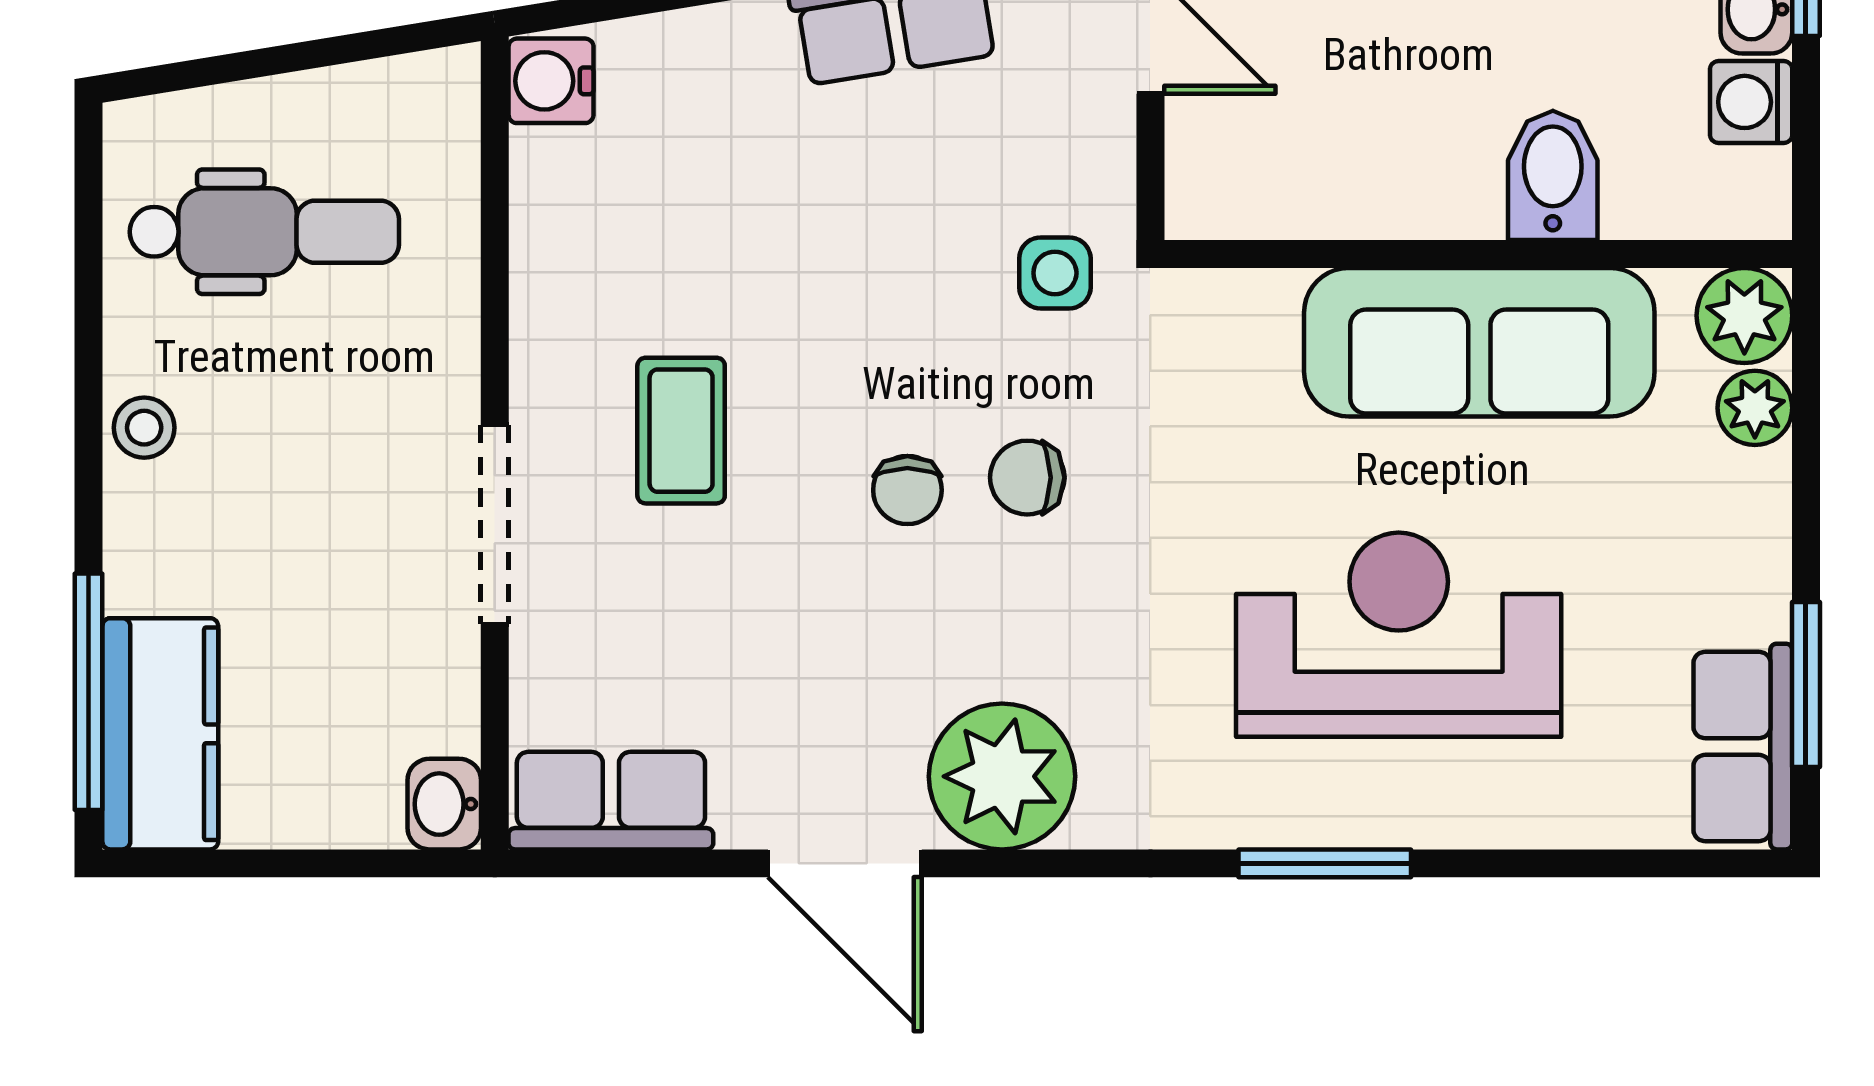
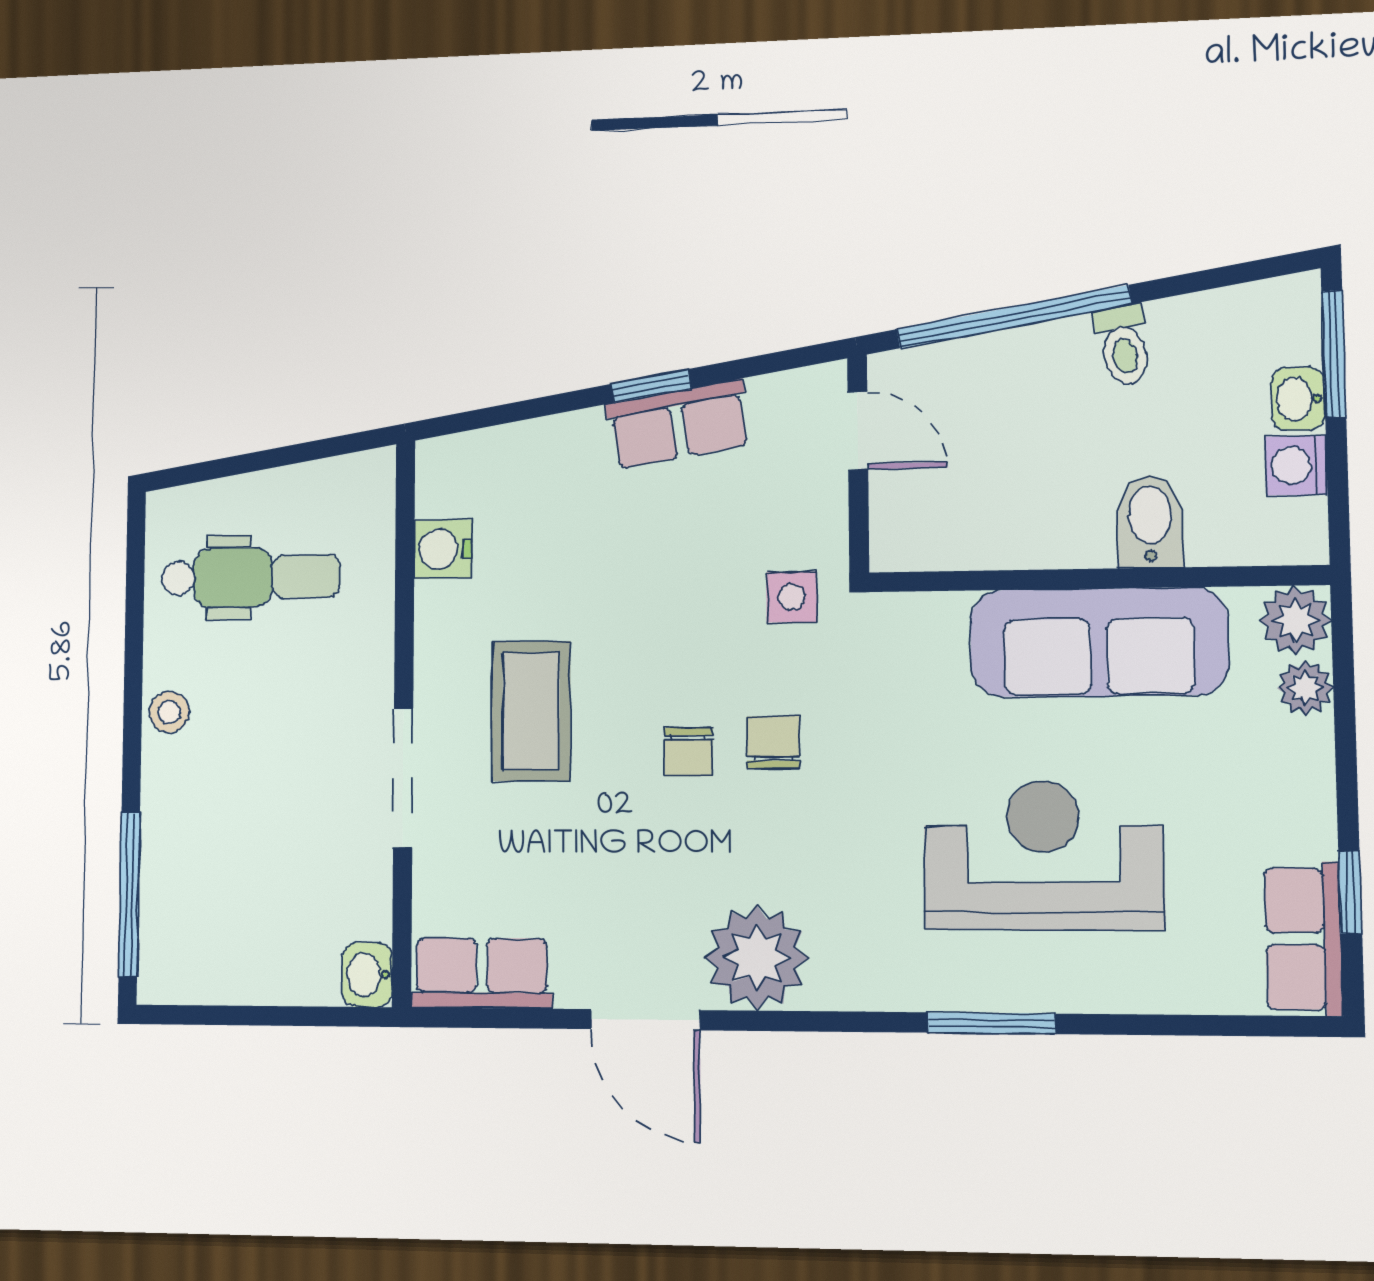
water cooler: (551, 81) -> (443, 549), moved
coffee table: (681, 431) -> (531, 711), width x1.36, depth x1.30
chair: (1027, 478) -> (773, 742), turned 90
window: (1806, 684) -> (1350, 892), width x0.67
kitchen counter: (160, 734) -> (176, 924), removed

